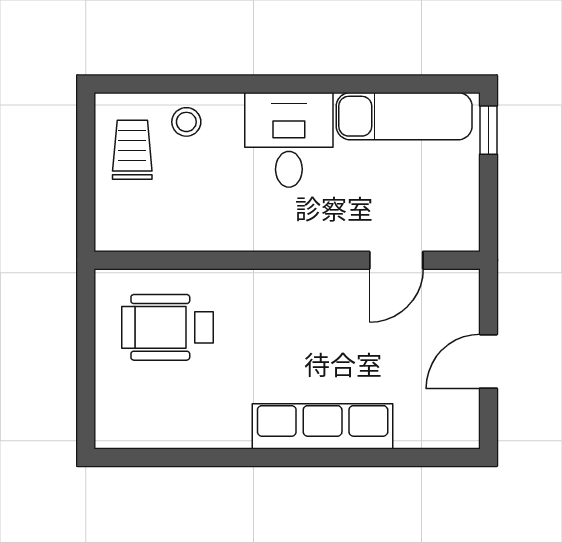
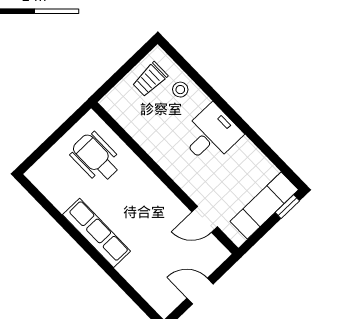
exam couch: (404, 116) -> (264, 206), moved, turned 90
trolley: (132, 150) -> (150, 79), turned 180
row of seats: (323, 426) -> (97, 233), moved

